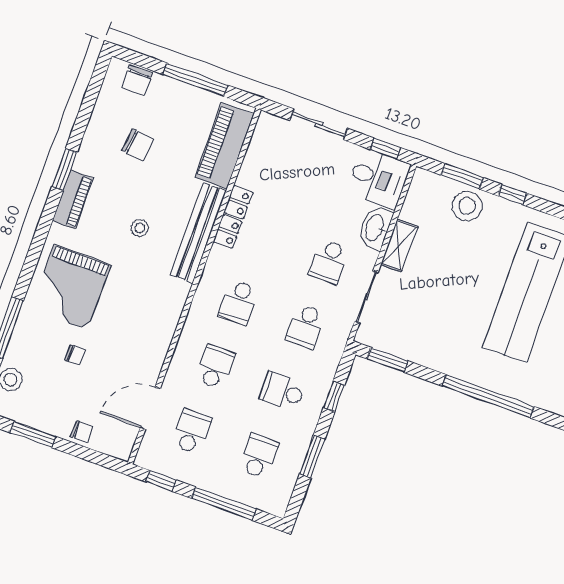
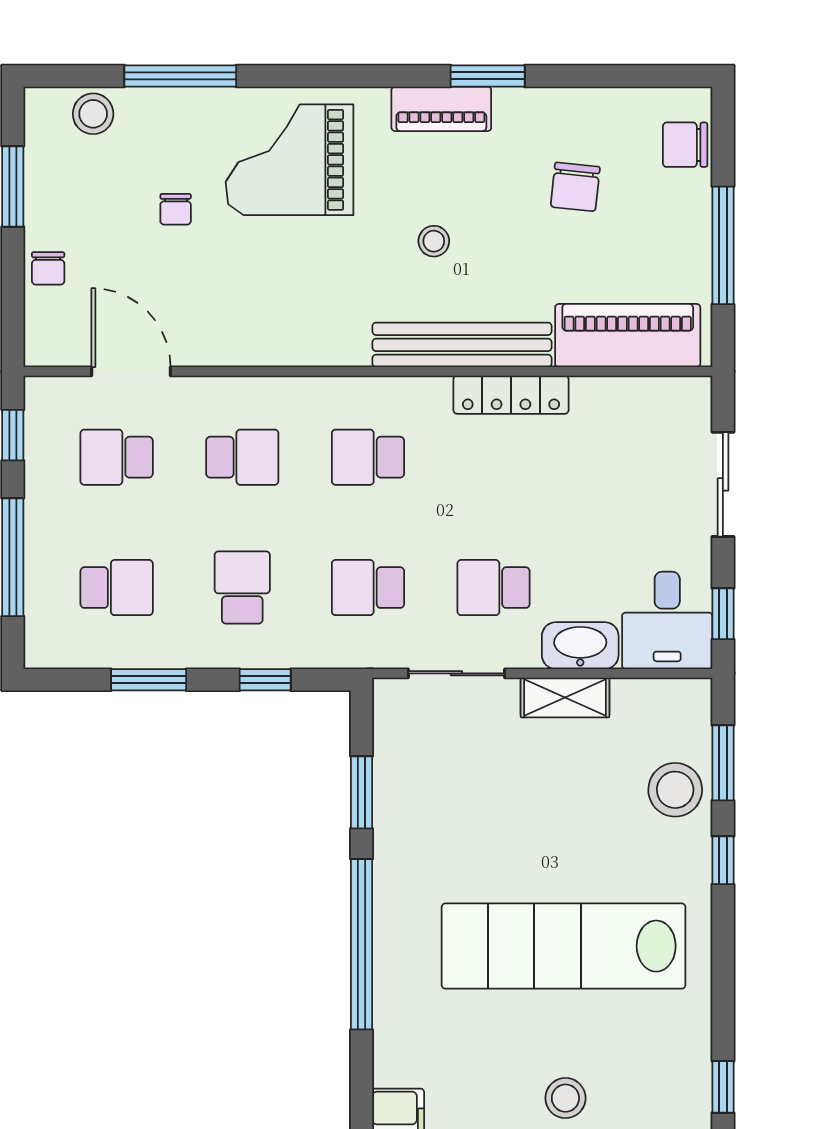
window: (388, 360) -> (362, 792), moved
school desk: (192, 432) -> (117, 457), turned 180

